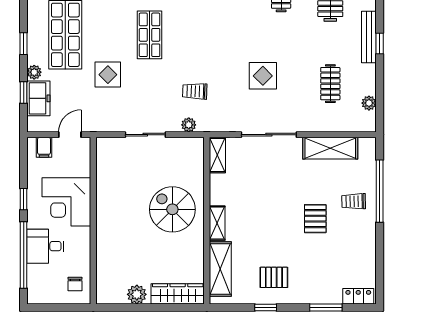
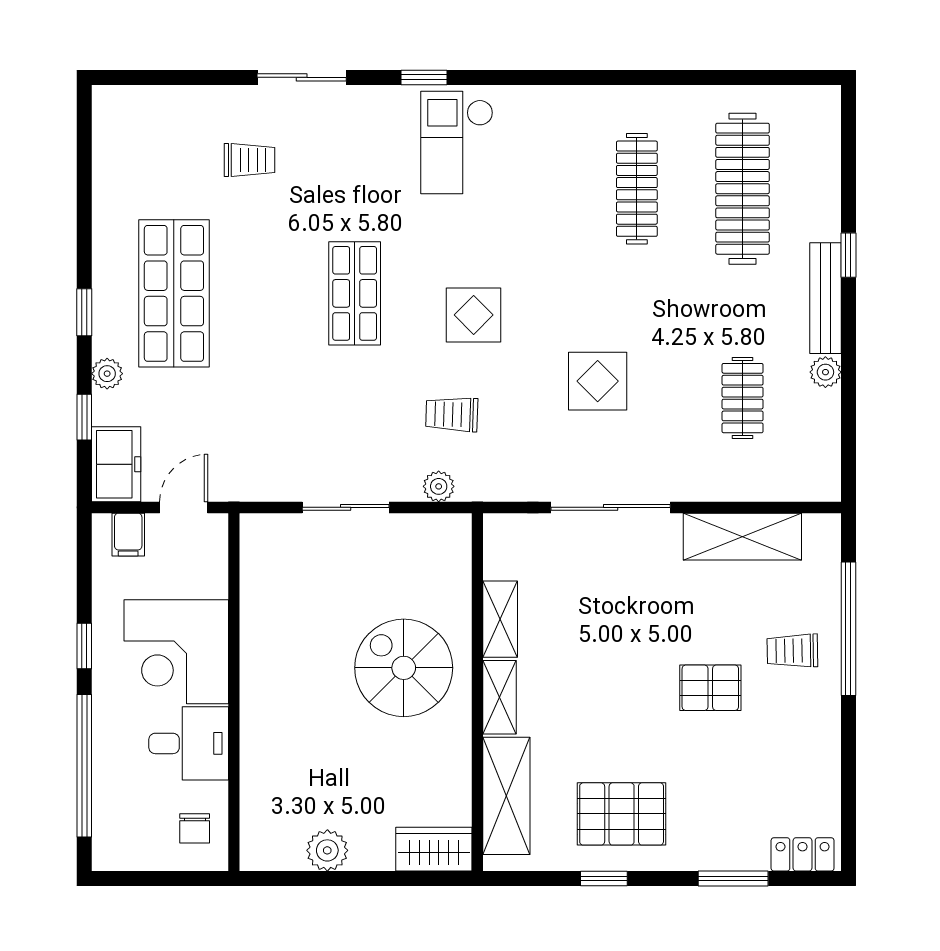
window: (380, 43) -> (848, 255), moved
display table: (108, 75) -> (474, 315), moved
freezer: (38, 98) -> (116, 464), moved
plant: (369, 103) -> (825, 372), moved
shelving: (217, 155) -> (500, 619), moved
pallet: (315, 219) -> (710, 688), turned 90
desk: (45, 246) -> (189, 743), moved, turned 180
pallet: (274, 277) -> (622, 814), width x1.50, depth x1.42
wardrobe: (178, 294) -> (434, 849), width x0.67

